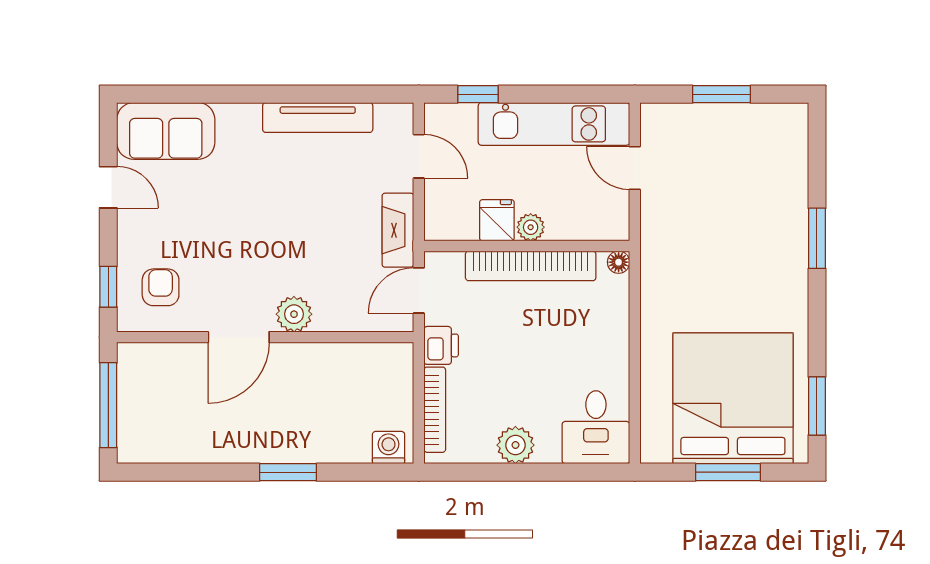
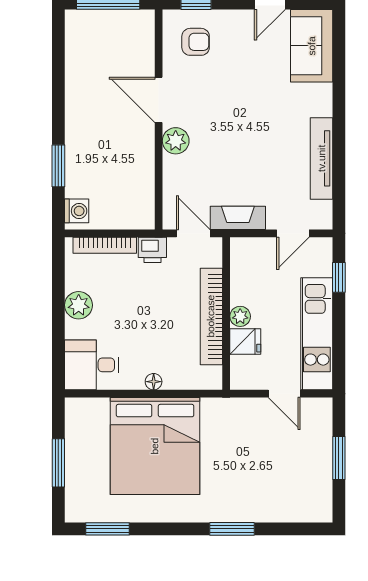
door: (635, 168) -> (284, 394), swing flipped
fridge: (497, 220) -> (245, 341), moved
floor lamp: (619, 262) -> (154, 382), moved
bed: (733, 398) -> (155, 446), moved, turned 90
window: (288, 472) -> (58, 166), moved

